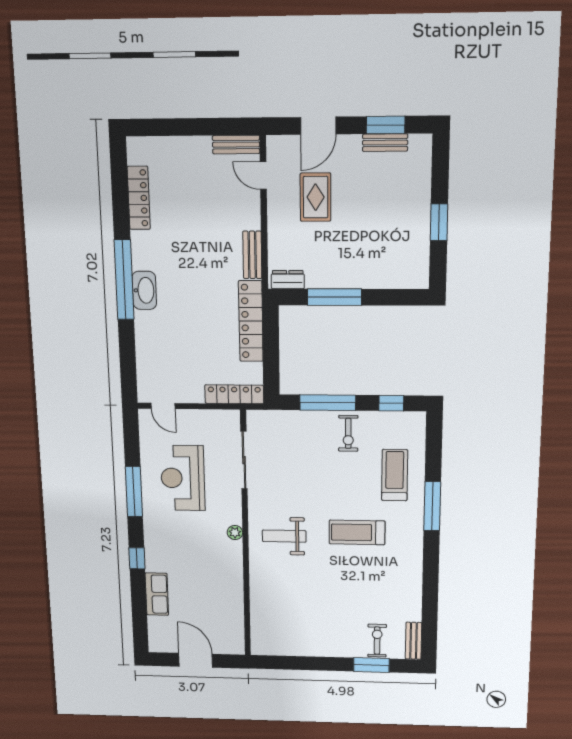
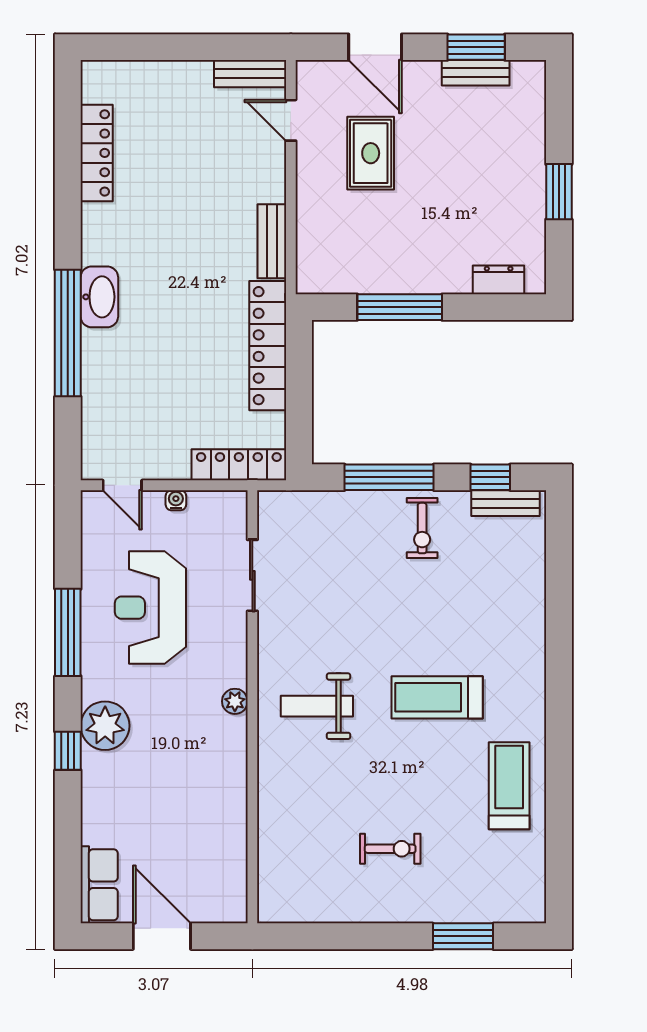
door: (318, 126) -> (375, 47), hinge flipped
window: (124, 280) -> (68, 333), moved
dresser: (288, 280) -> (499, 280), moved
water cooler: (196, 415) -> (176, 500), added
sliding door: (244, 460) -> (252, 575), width x0.73
treadmill: (395, 475) -> (509, 786), moved
window: (432, 506) -> (559, 650), removed
plant: (158, 545) -> (105, 726), added
row of seats: (157, 594) -> (99, 885), moved
exercise bike: (377, 641) -> (390, 849), moved, turned 90
bench: (413, 641) -> (505, 503), moved, turned 90

